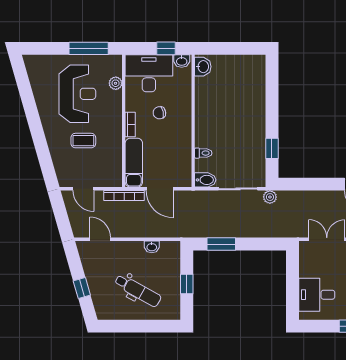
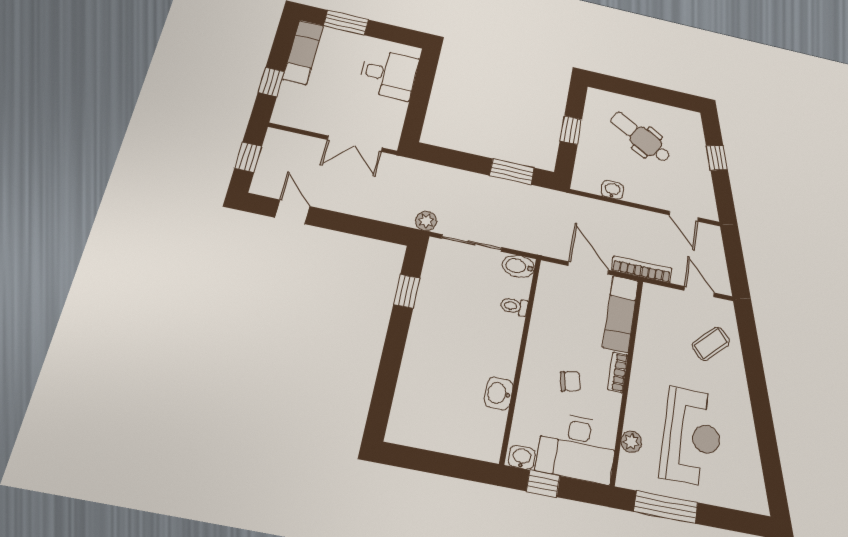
washbasin: (203, 67) -> (499, 393), moved
reception desk: (77, 94) -> (692, 436), turned 180
coffee table: (83, 141) -> (711, 344), moved, turned -44

